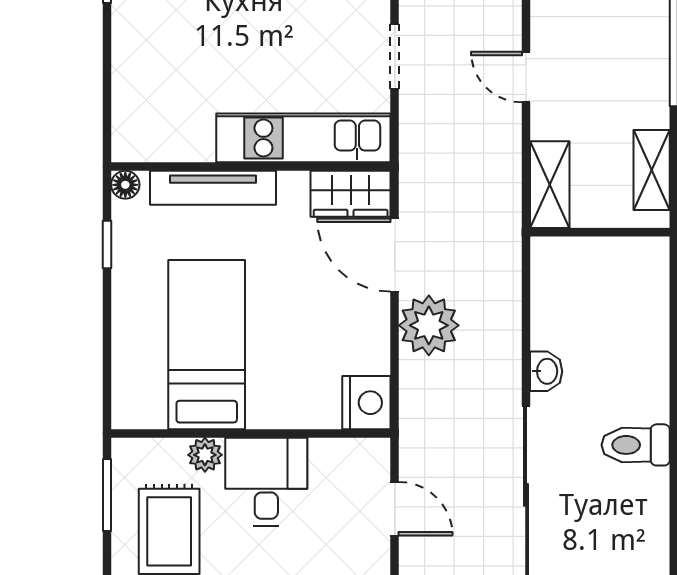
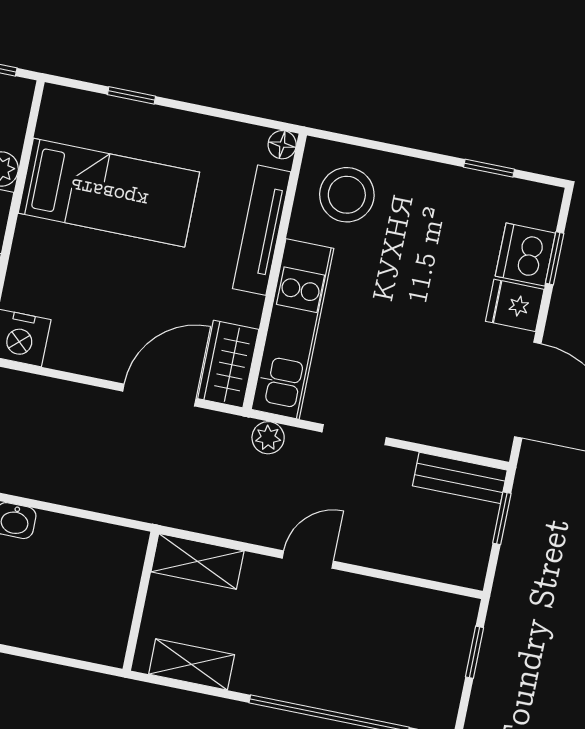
stool: (161, 111) -> (347, 195), added
window: (107, 244) -> (132, 95), moved
plant: (429, 325) -> (268, 438), moved, width x0.53, depth x0.53

